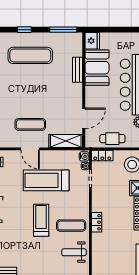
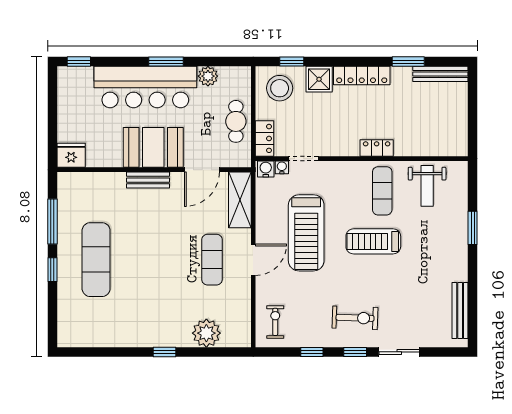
window: (63, 30) -> (52, 222), moved
booth: (97, 68) -> (153, 147), moved
bench: (78, 70) -> (148, 180), moved
door: (84, 118) -> (202, 170), swing flipped

